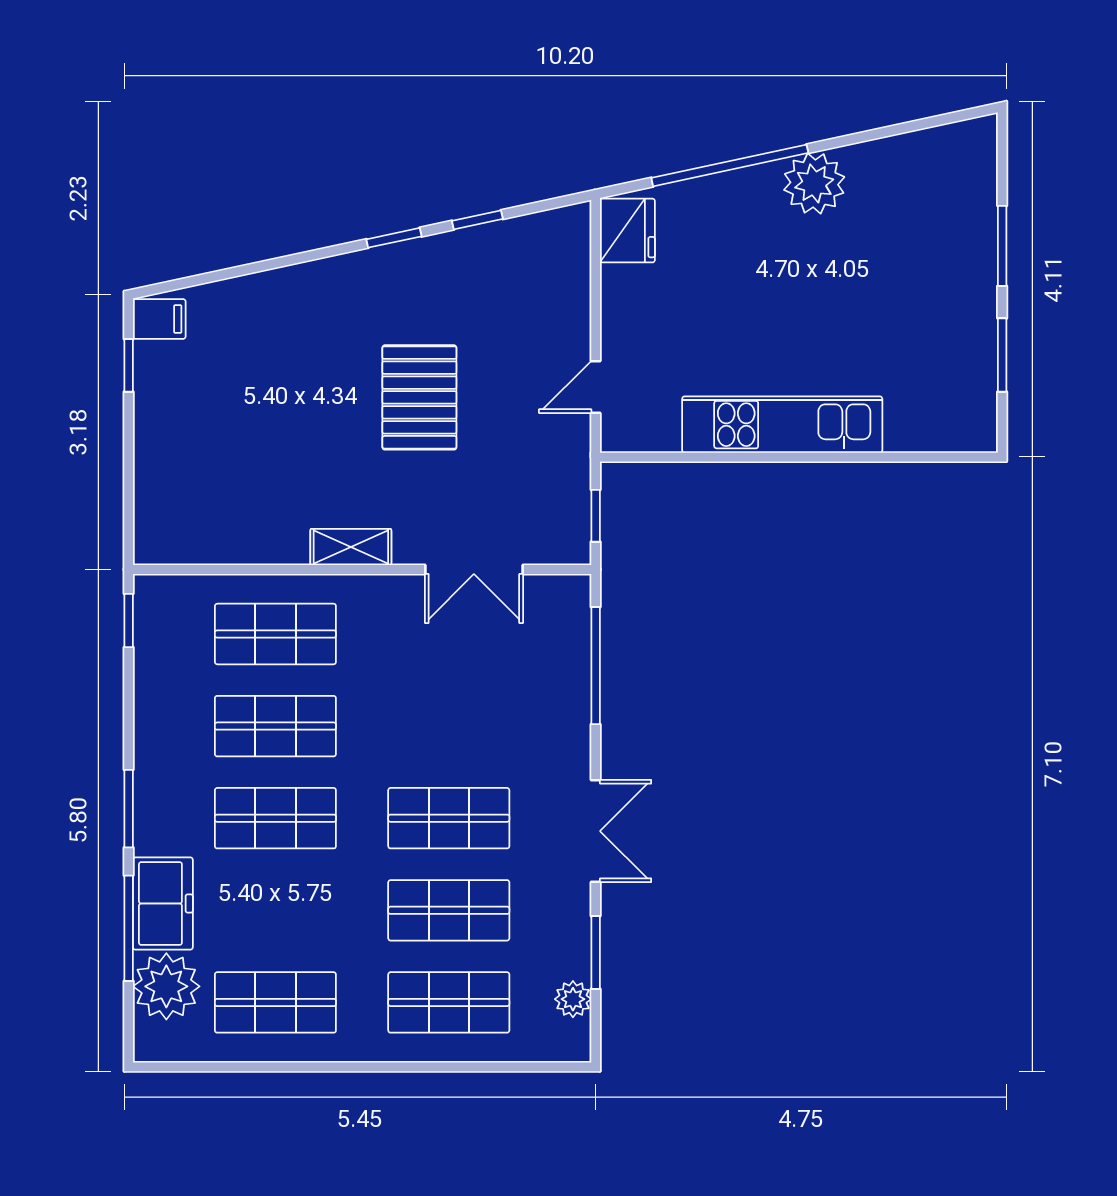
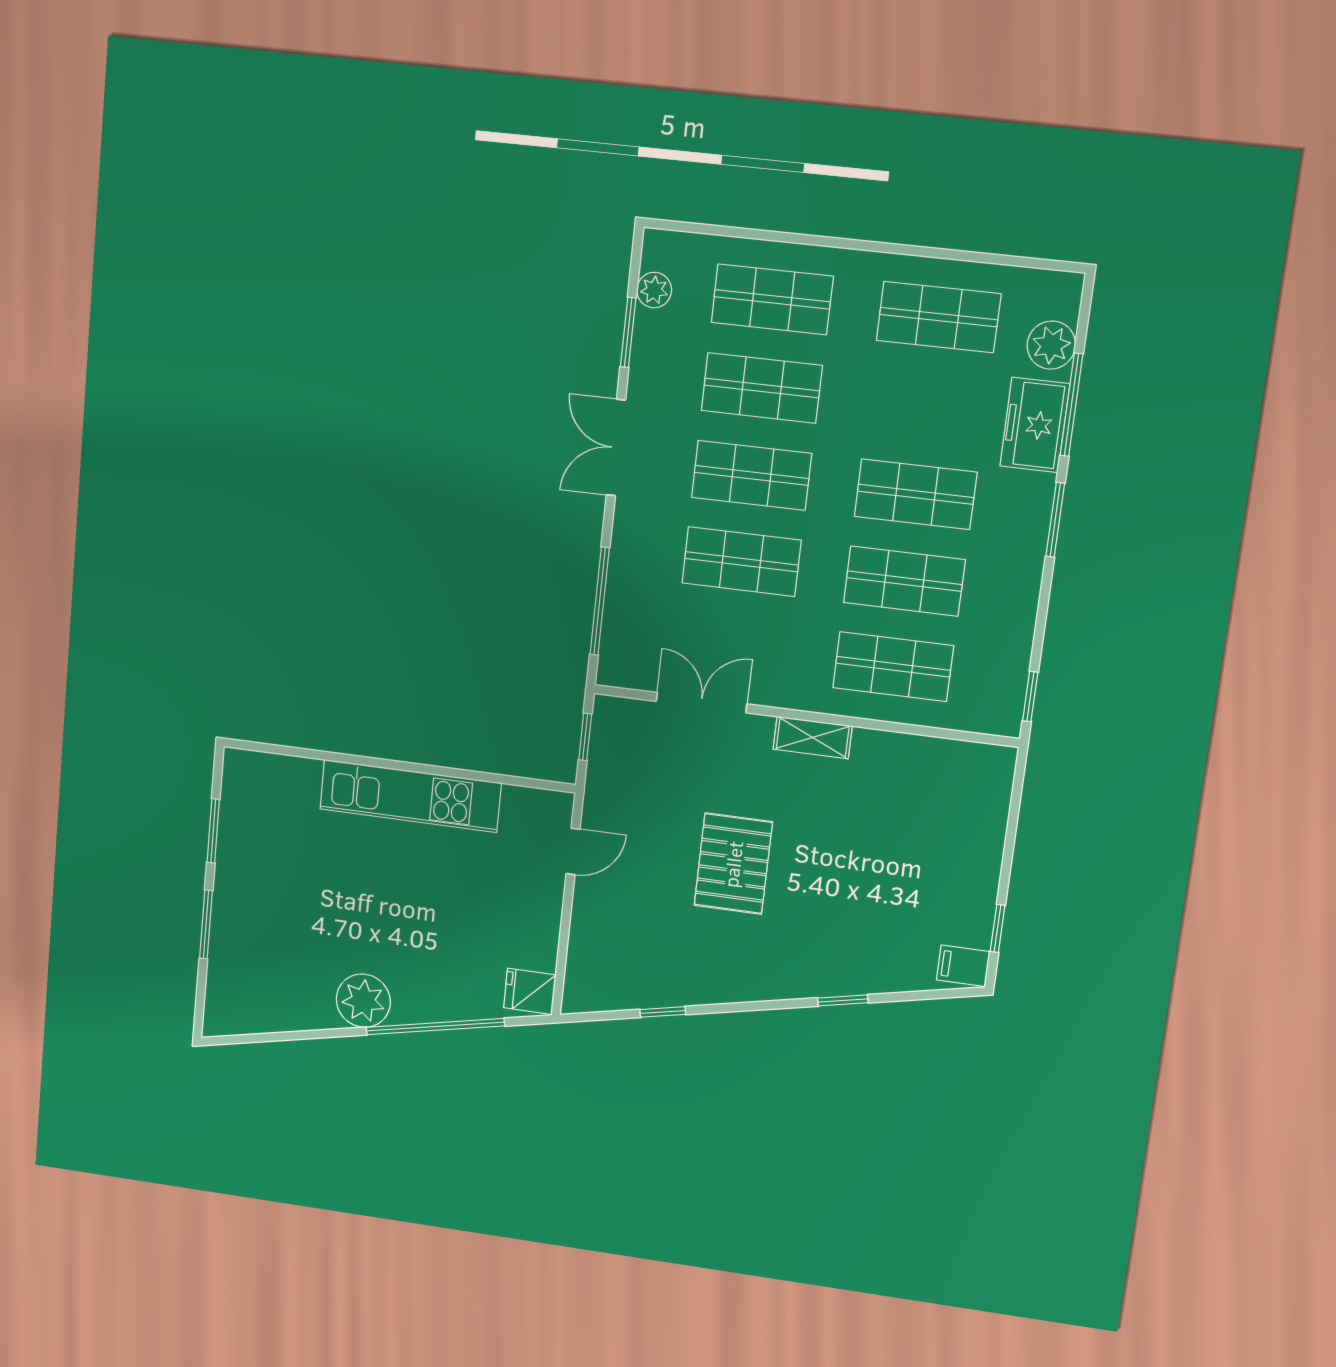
fridge: (627, 231) -> (530, 991), width x0.72
window: (394, 238) -> (843, 1000), moved
shop shelf: (449, 726) -> (741, 562), added
plant: (166, 986) -> (1051, 345), width x0.73, depth x0.73

